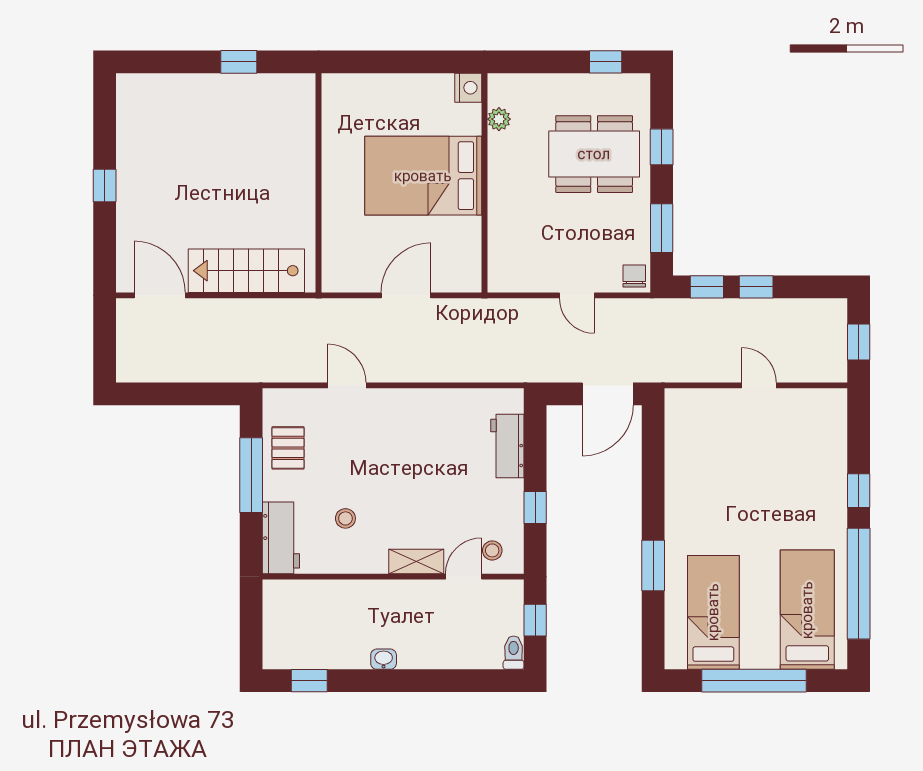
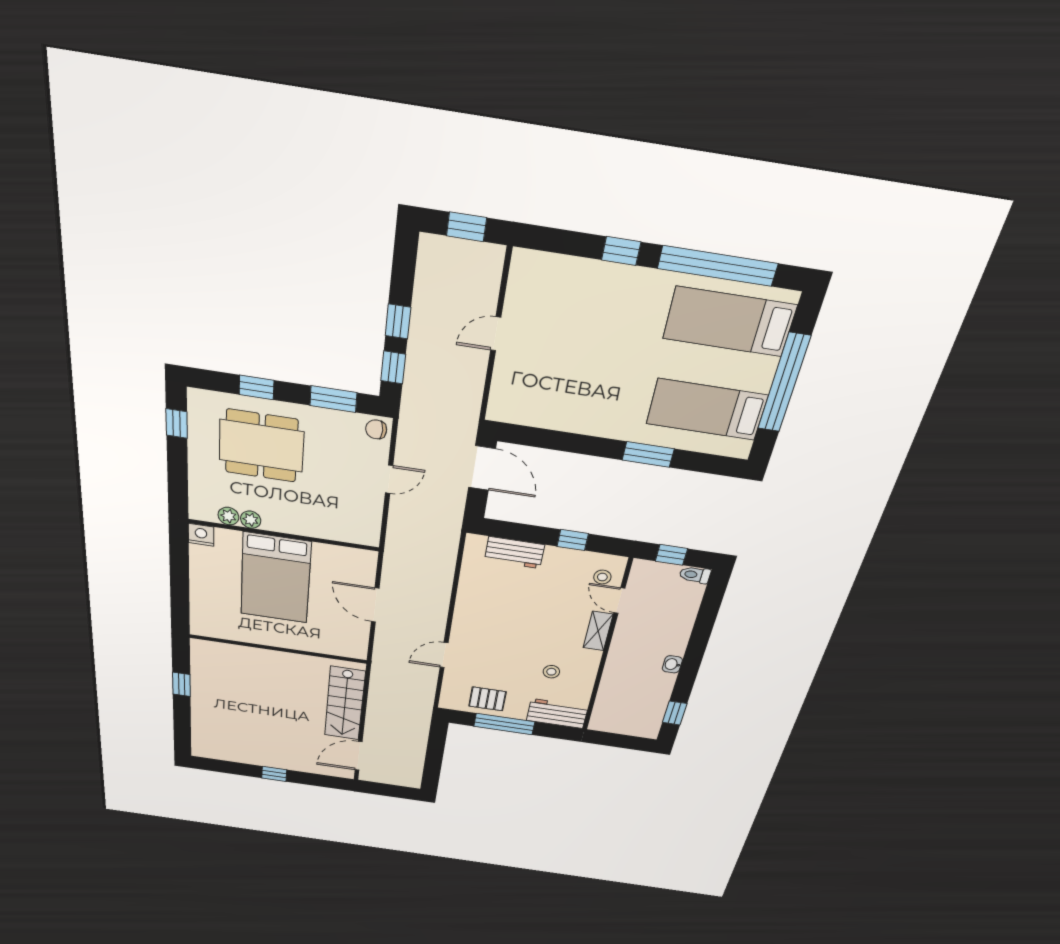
plant: (499, 144) -> (251, 520), added
dining table: (594, 154) -> (261, 446), turned 90

